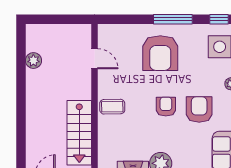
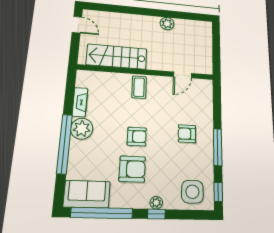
armchair: (160, 53) -> (187, 134), width x0.53, depth x0.53
plant: (33, 61) -> (167, 24), moved

